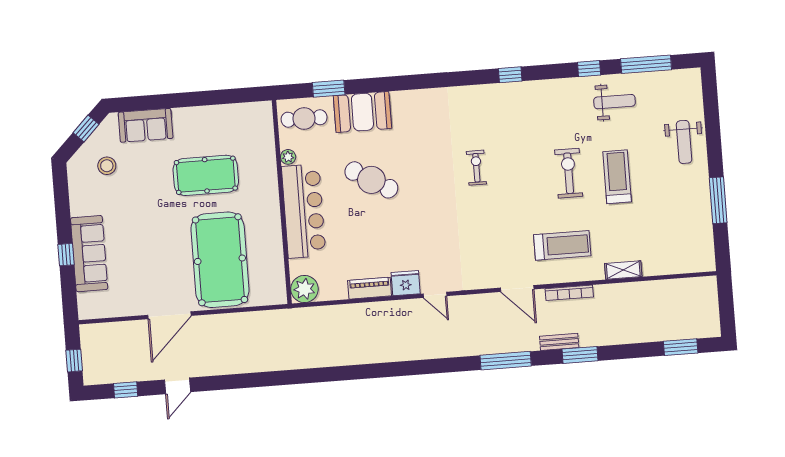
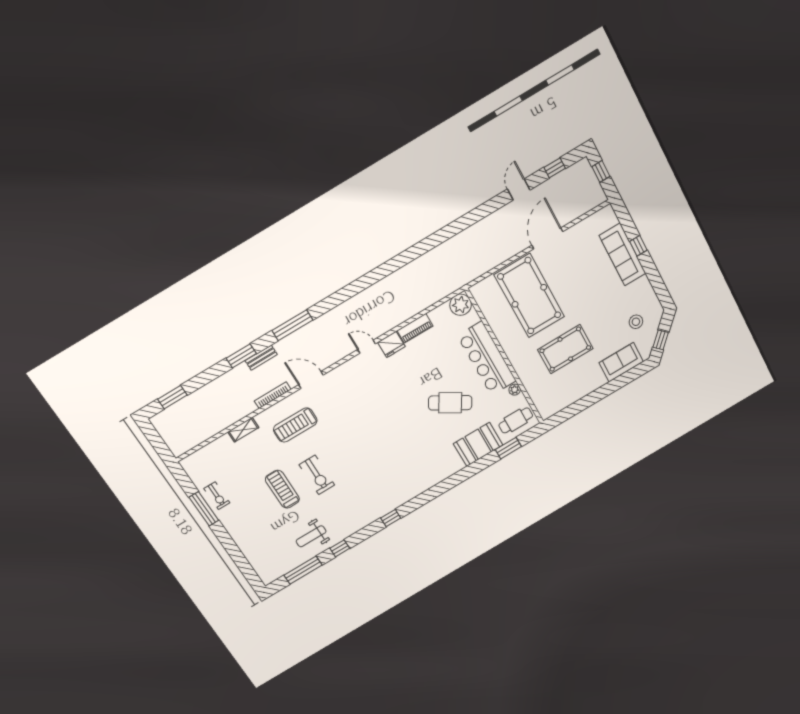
weight bench: (684, 142) -> (249, 534), removed
exercise bike: (476, 168) -> (217, 496), moved
treadmill: (617, 177) -> (282, 489), turned 180

